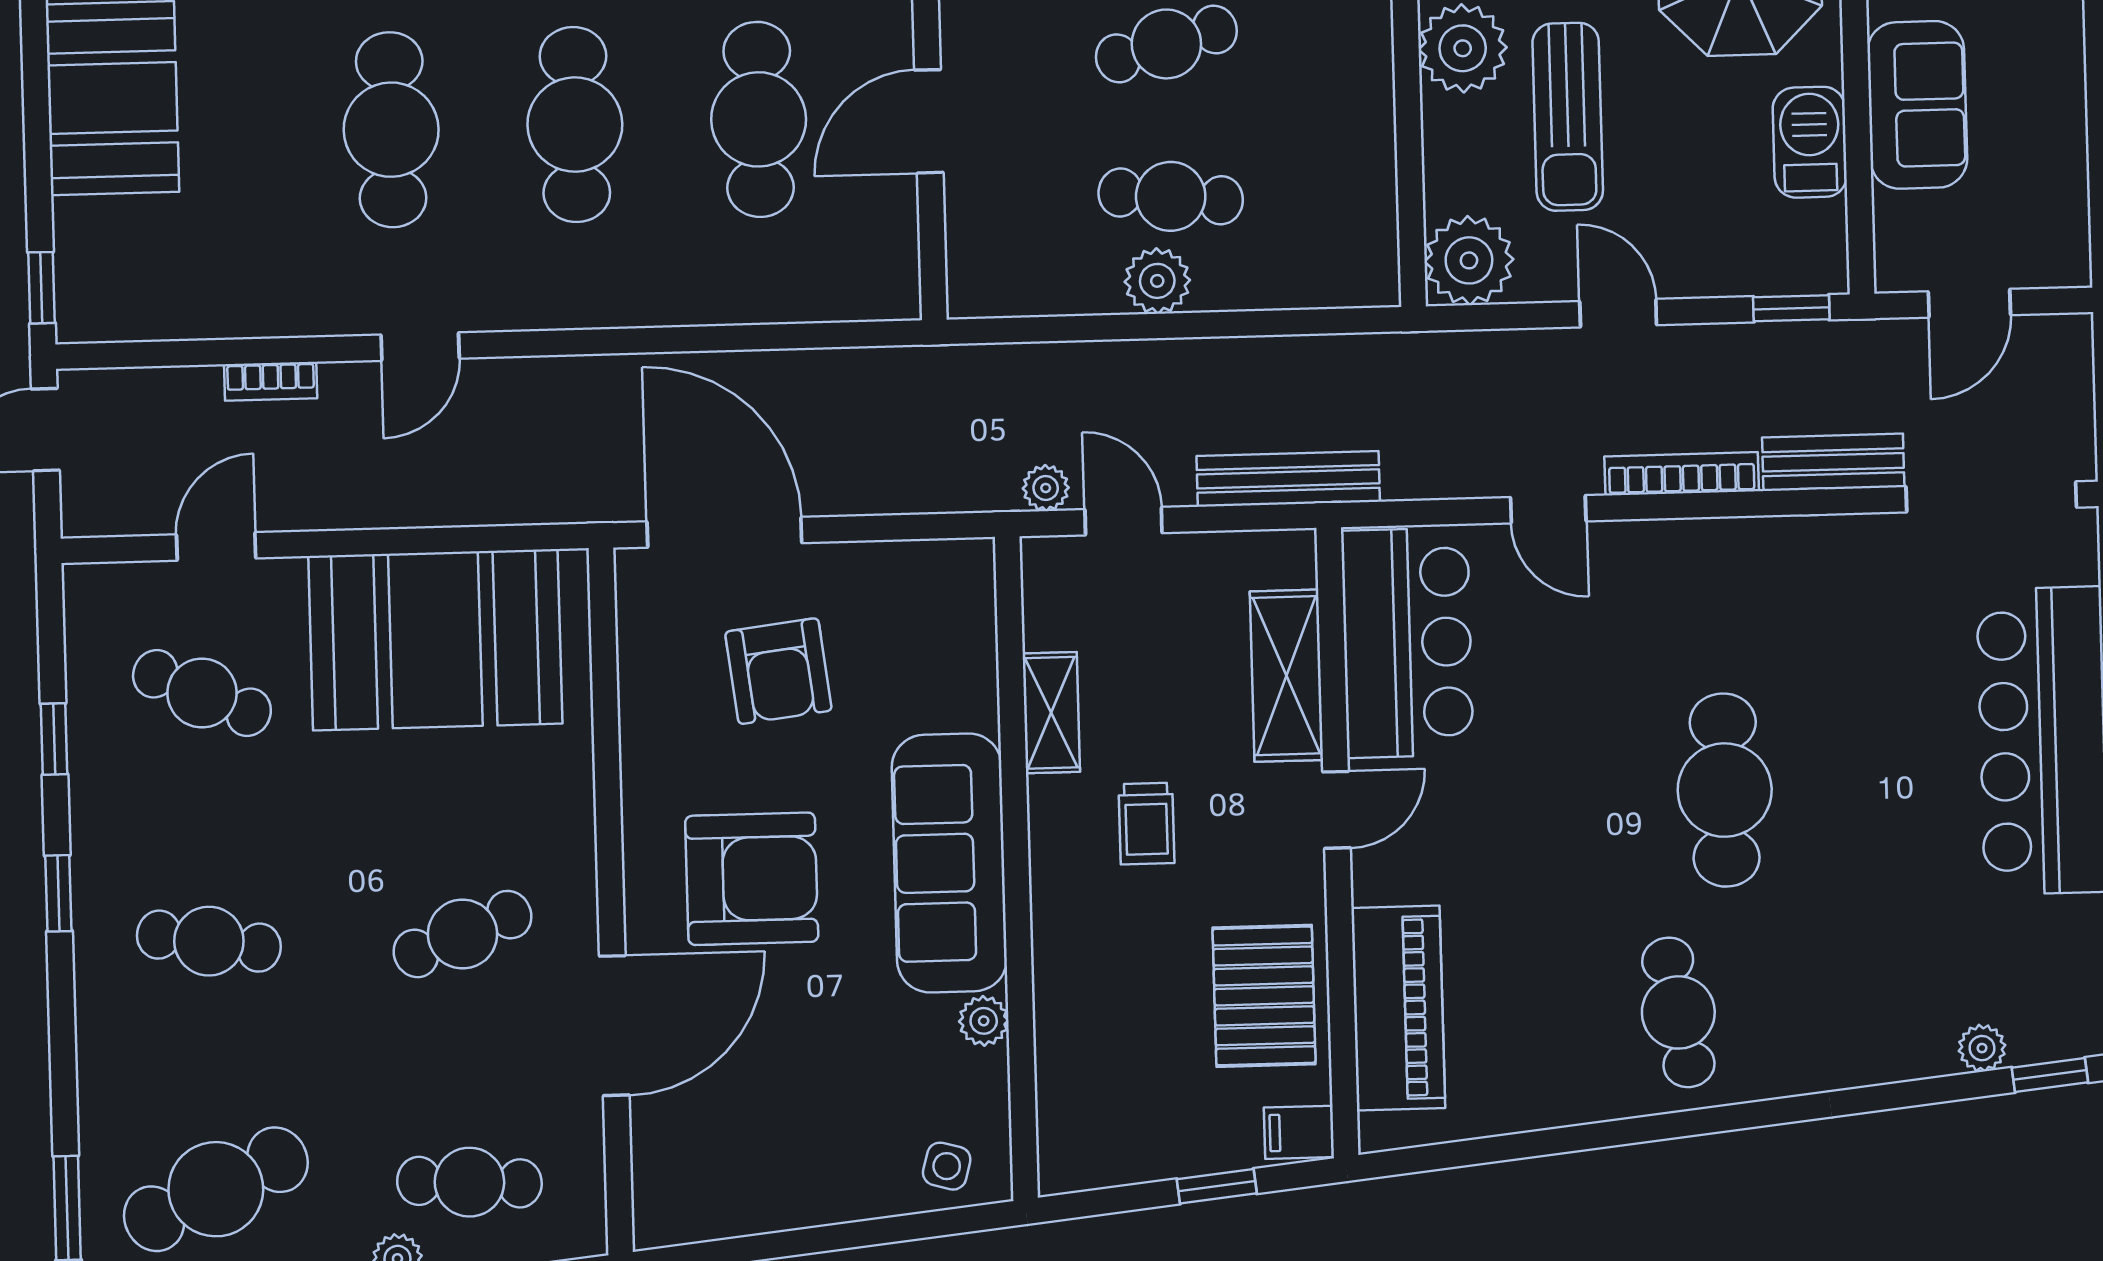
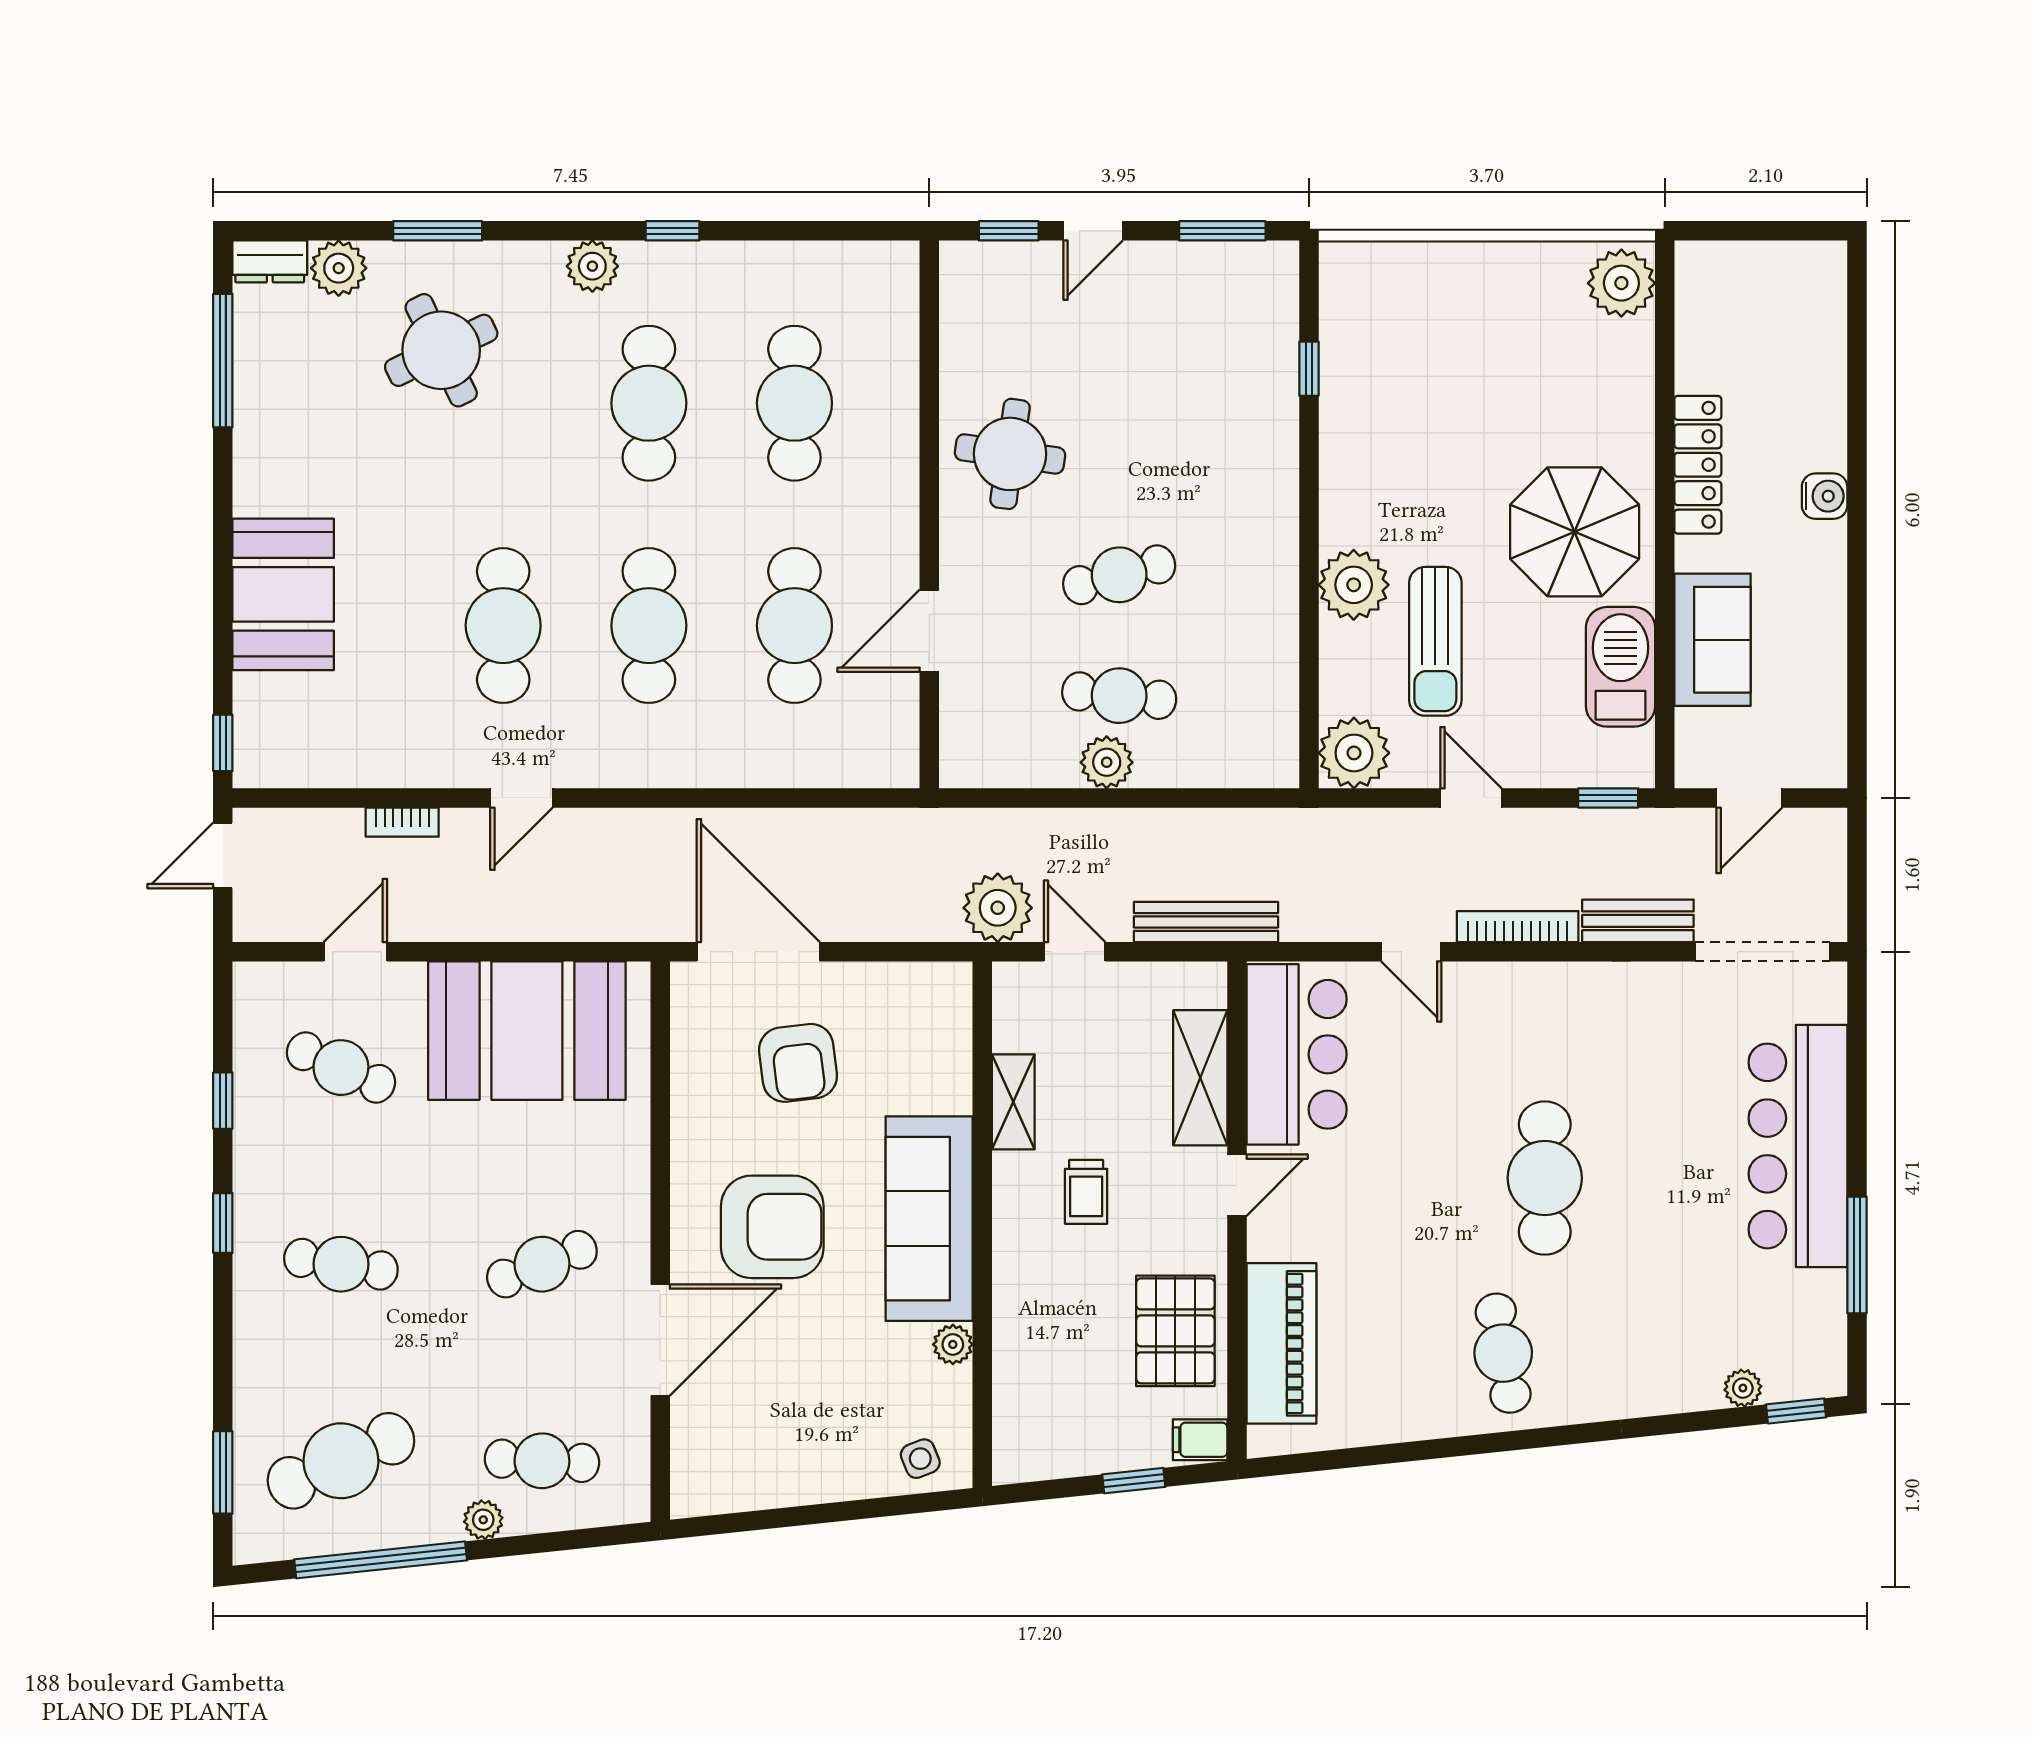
barbecue: (1810, 142) -> (1620, 667), width x1.37, depth x1.21
plant: (1046, 488) -> (998, 908), width x1.87, depth x1.87
side table: (947, 1166) -> (920, 1459), turned -37

